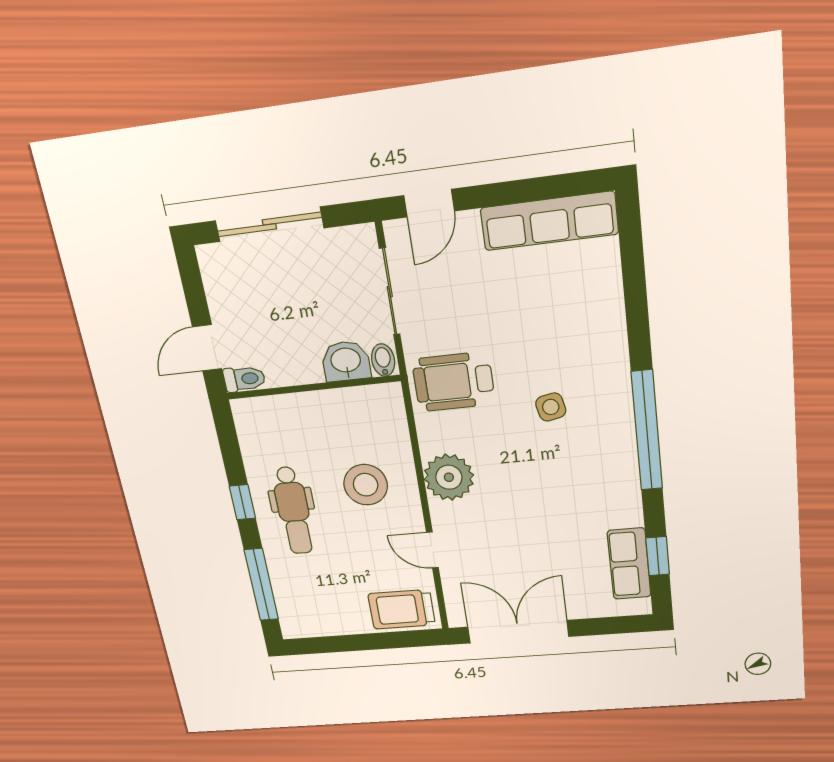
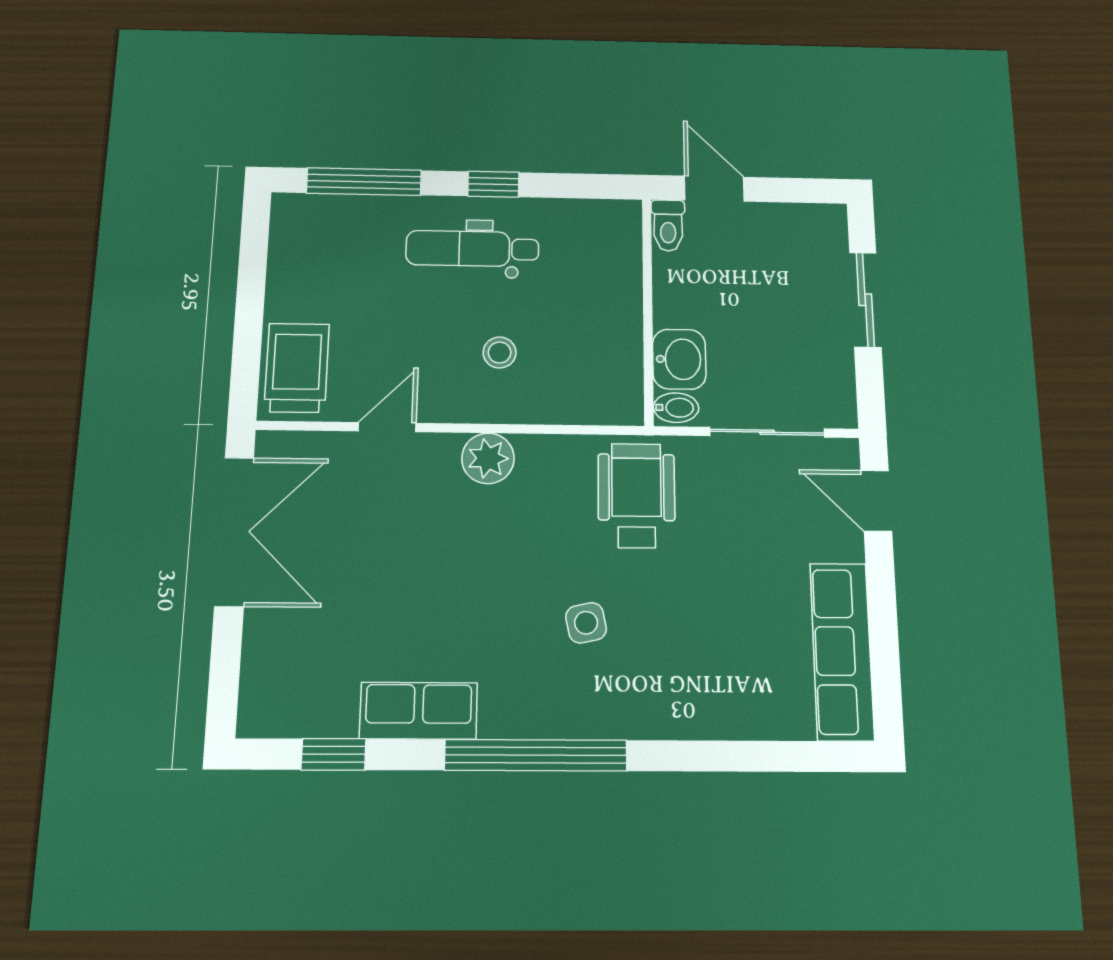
sliding door: (269, 224) -> (865, 300), width x0.73
plant: (449, 477) -> (488, 458), width x0.73, depth x0.73
stool: (366, 485) -> (500, 352), width x0.53, depth x0.53
row of seats: (629, 564) -> (419, 711), moved

